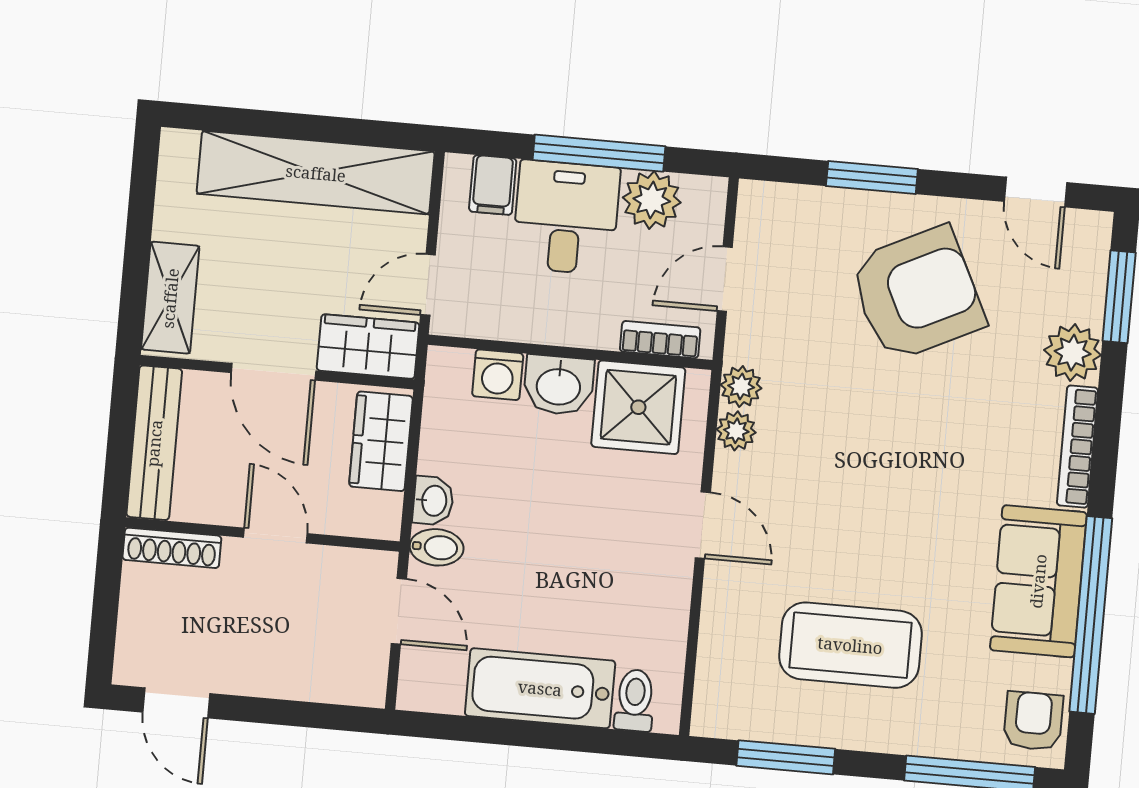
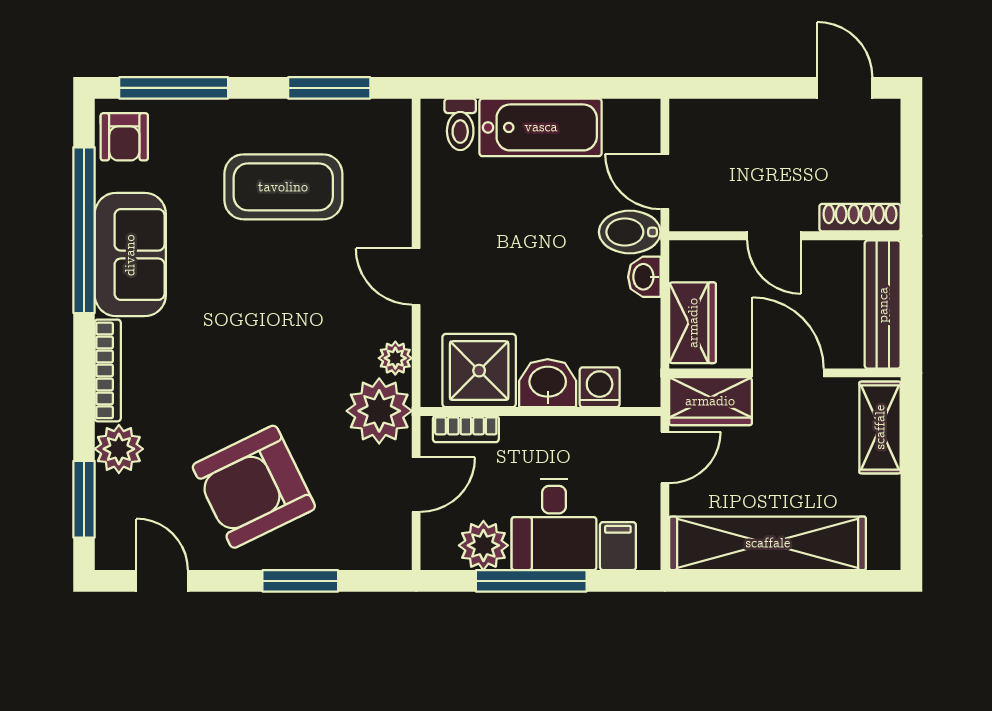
plant: (741, 387) -> (379, 411), width x1.88, depth x1.88
bidet: (437, 547) -> (630, 232), width x1.38, depth x1.36

